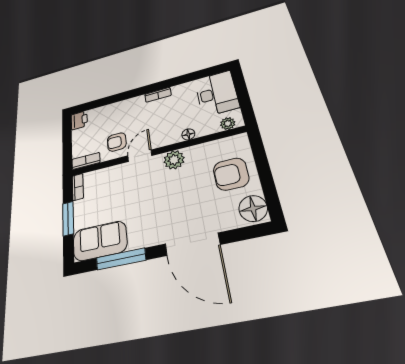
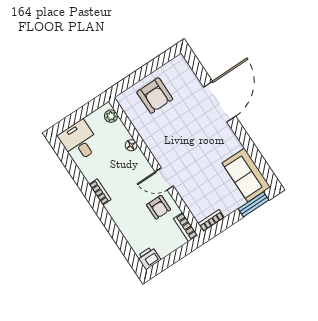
desk: (217, 93) -> (79, 141), width x0.73
plant: (174, 160) -> (158, 147), removed
floor lamp: (253, 208) -> (176, 69), removed
window: (68, 219) -> (254, 204), moved
window: (121, 259) -> (252, 151), removed

